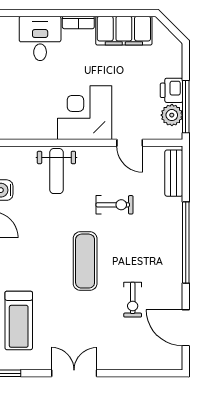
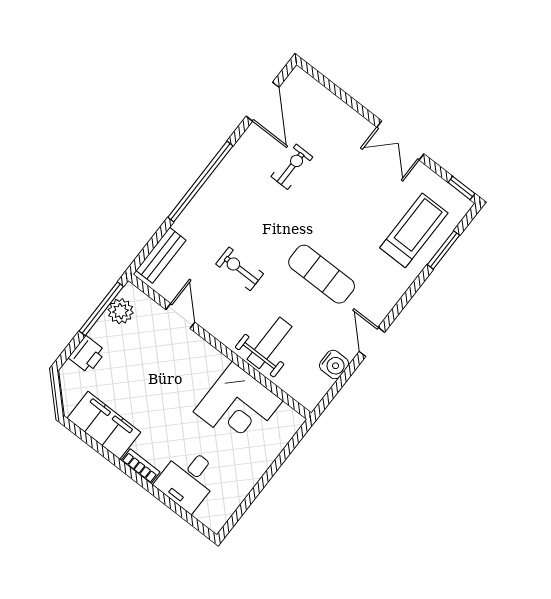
printer: (172, 90) -> (87, 354), moved
corner desk: (85, 113) -> (238, 406), moved
exercise mat: (85, 261) -> (322, 274), moved, turned 90

